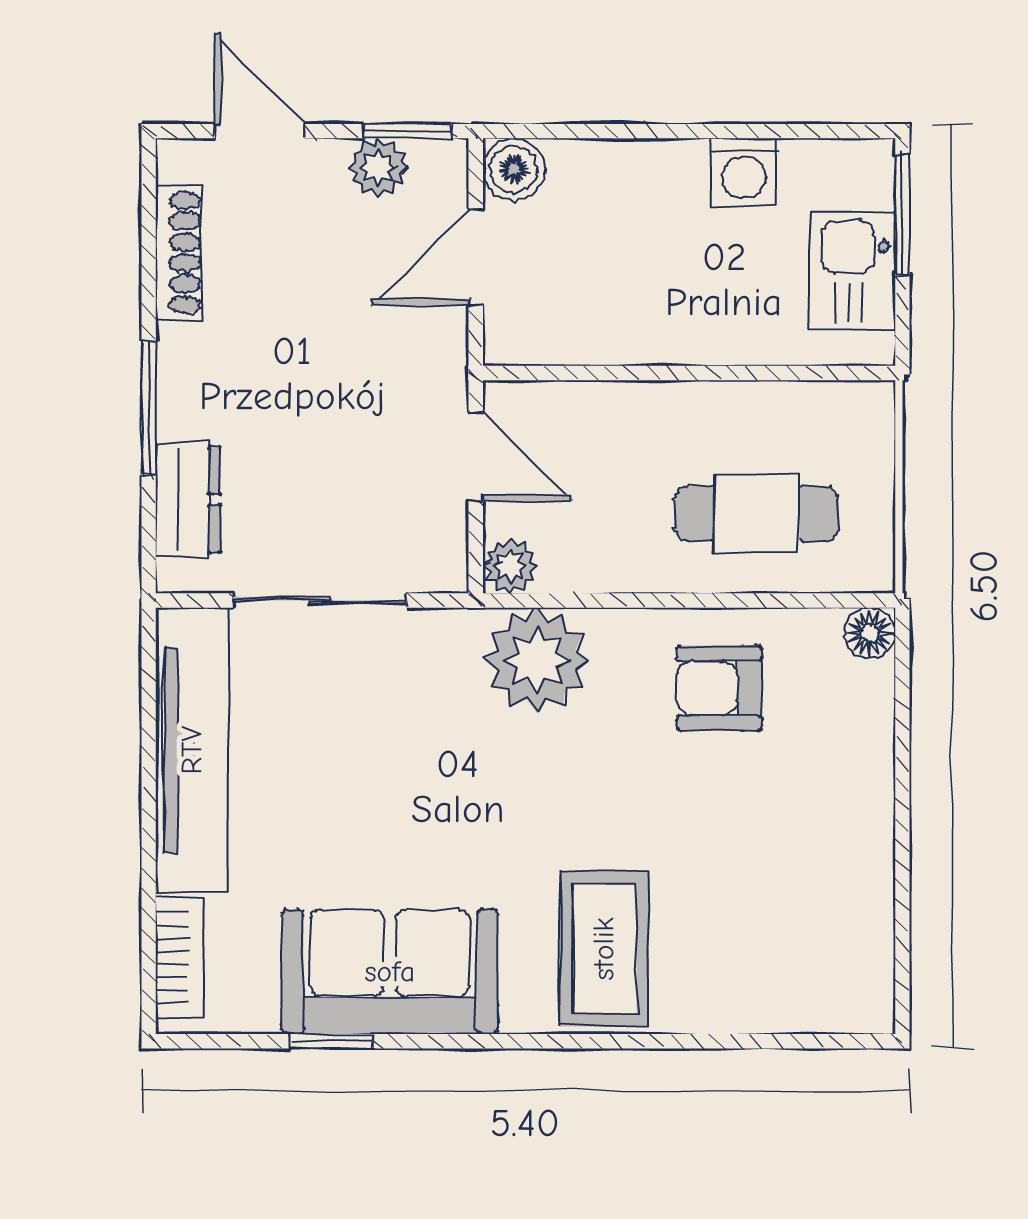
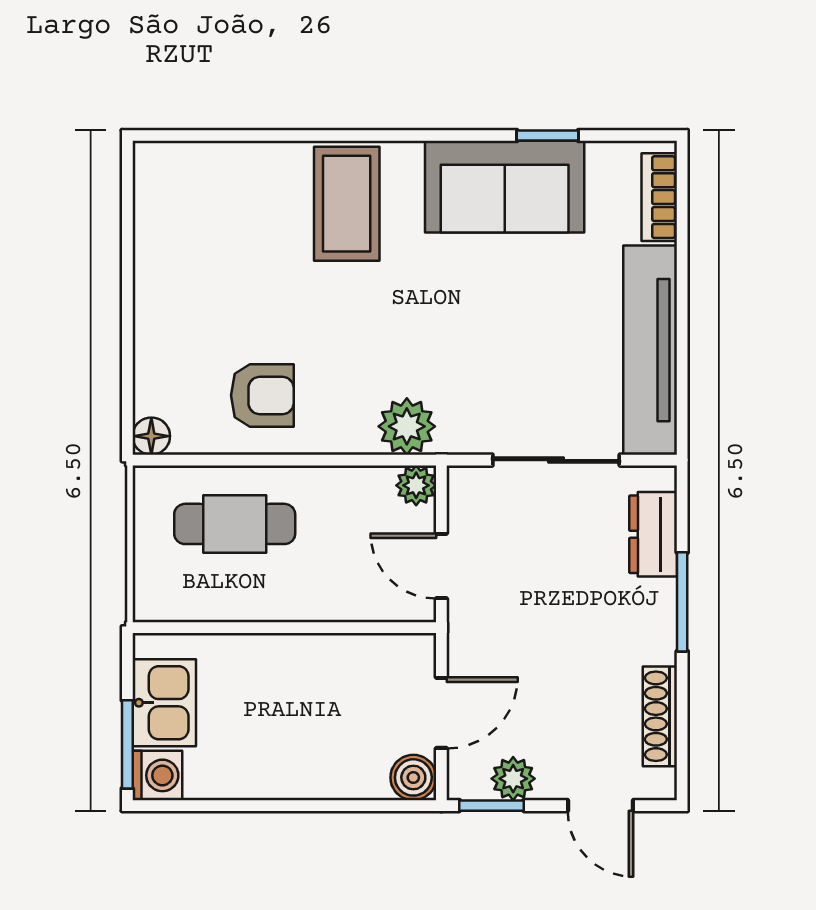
washing machine: (744, 172) -> (157, 775), moved, turned 90
plant: (537, 660) -> (407, 426), width x0.73, depth x0.73

